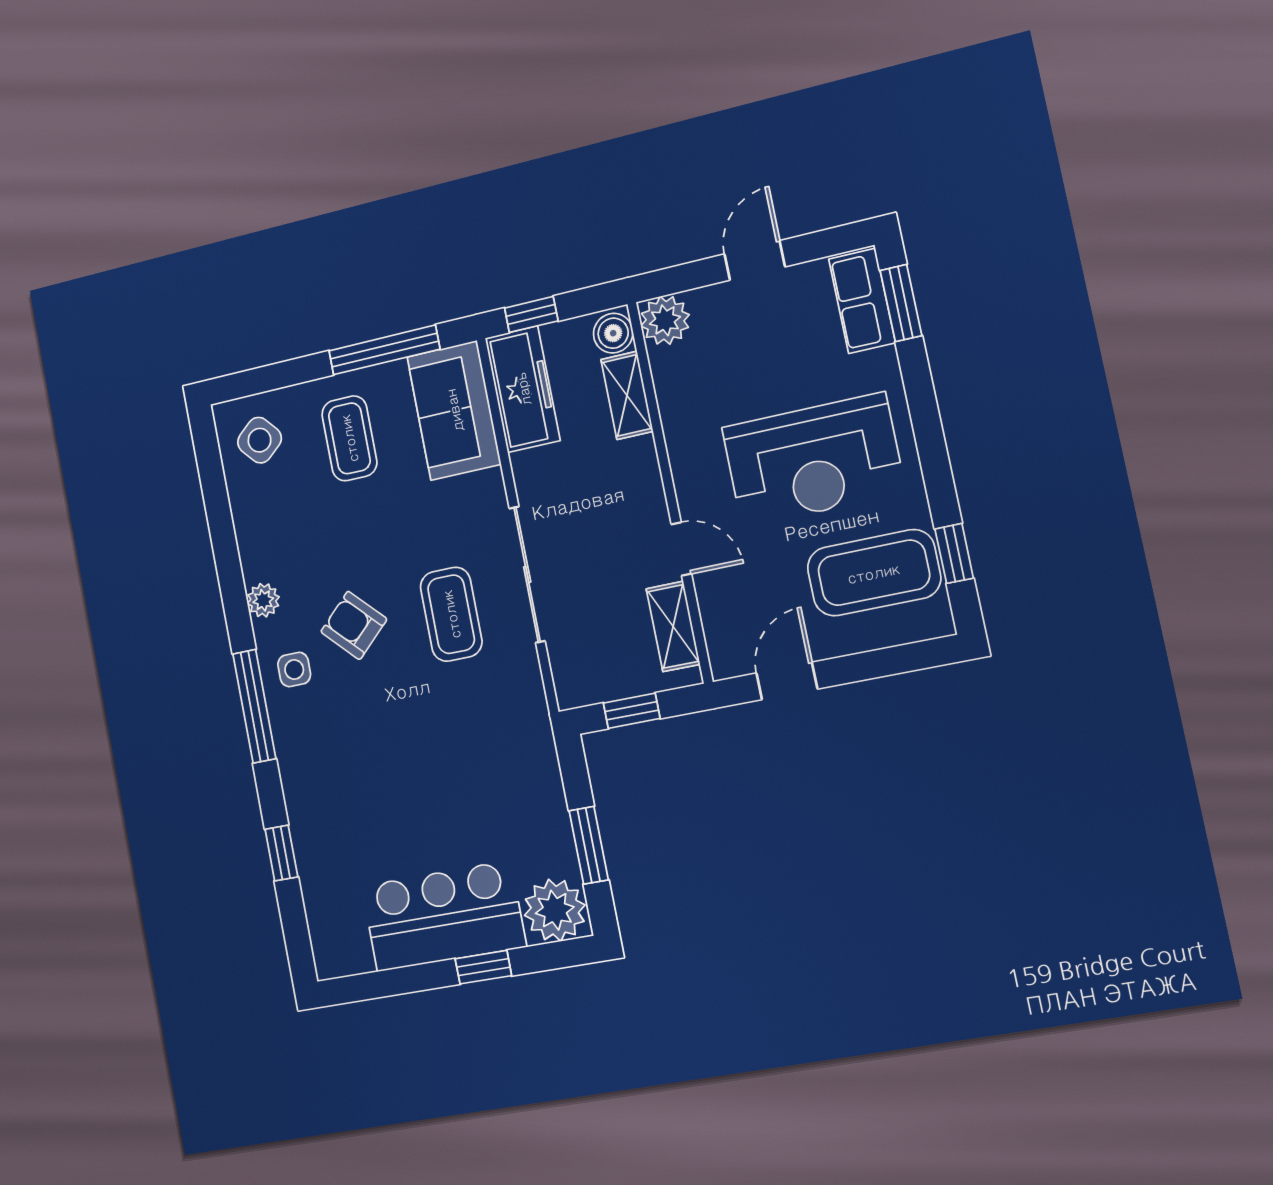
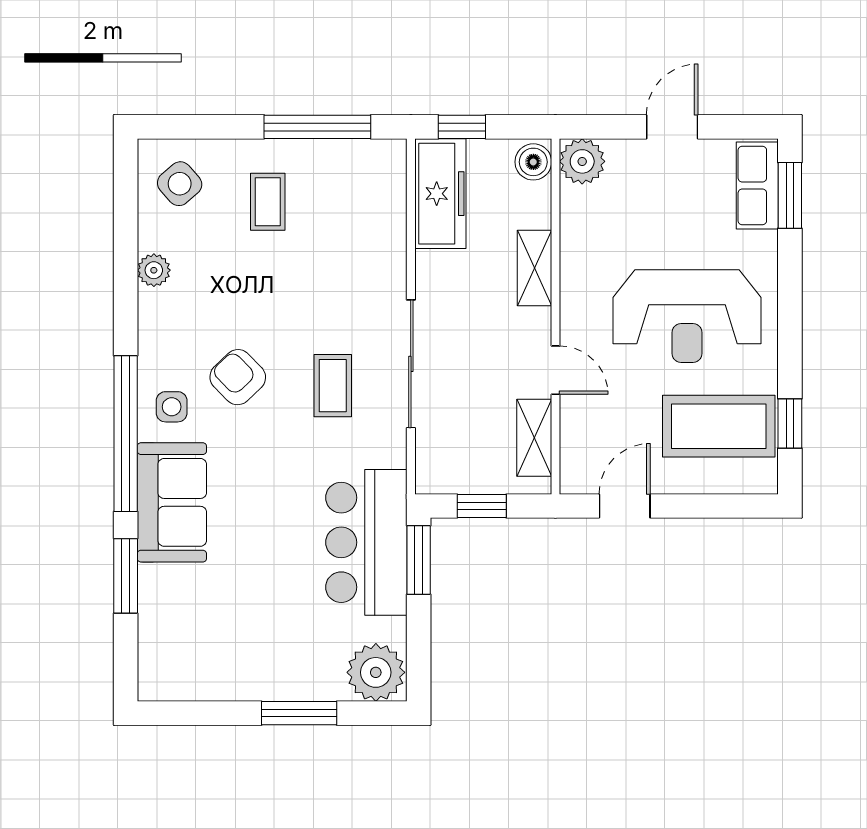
shelving: (627, 395) -> (535, 268), moved
sofa: (454, 410) -> (172, 502), moved, turned 180
coffee table: (349, 438) -> (268, 202), width x0.73, depth x0.77
plant: (263, 600) -> (154, 270), moved
coffee table: (451, 614) -> (333, 386), width x0.73, depth x0.77
window: (254, 706) -> (126, 434), width x1.46
window: (589, 845) -> (419, 560), moved
window: (281, 853) -> (126, 576), width x1.50
bar counter: (443, 916) -> (366, 542), moved, turned -90
window: (483, 967) -> (299, 713), width x1.50

